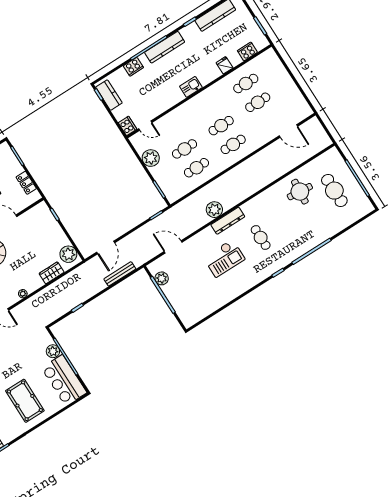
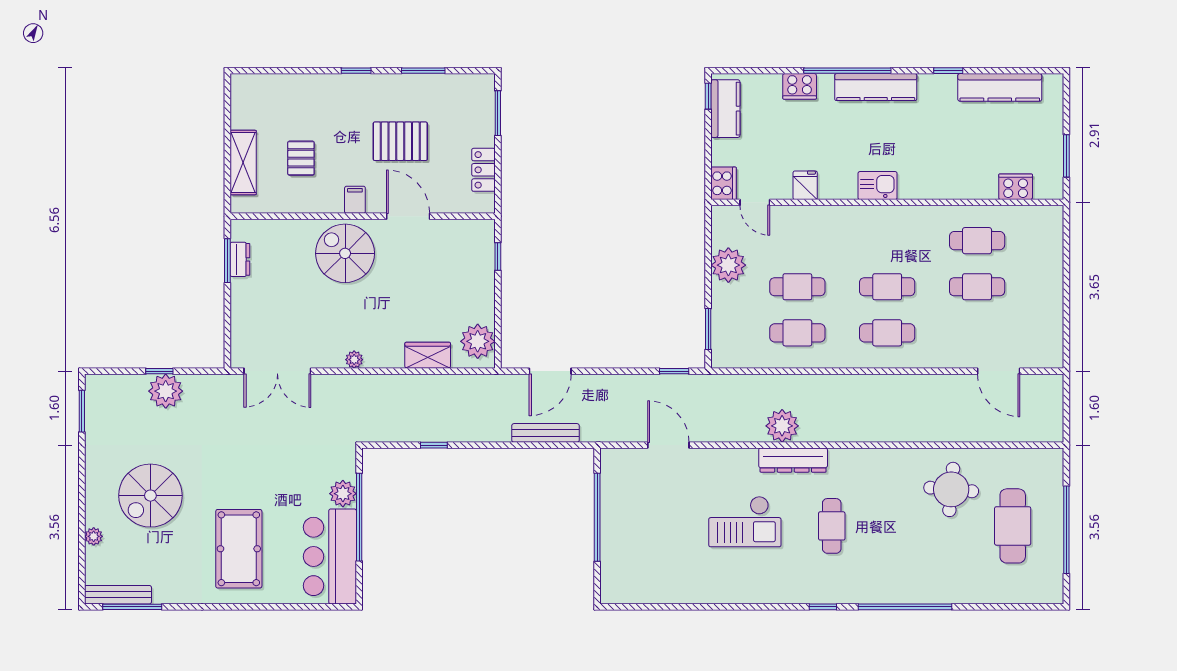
fridge: (225, 65) -> (805, 185), moved
plant: (162, 278) -> (613, 487), removed

